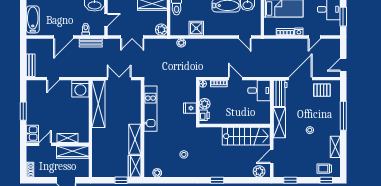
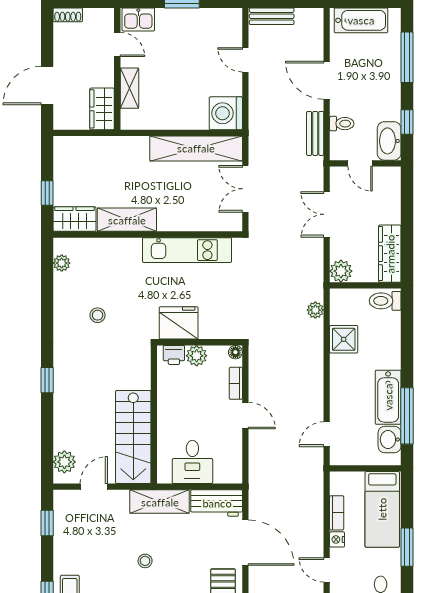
double door: (119, 79) -> (245, 189), swing flipped
door: (235, 79) -> (245, 416), hinge flipped
desk: (259, 91) -> (192, 462), moved
fridge: (190, 108) -> (179, 323), width x1.88, depth x1.34
wardrobe: (73, 152) -> (102, 109), width x0.67
door: (272, 156) -> (94, 487), hinge flipped

